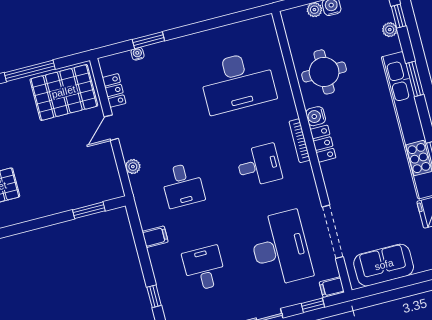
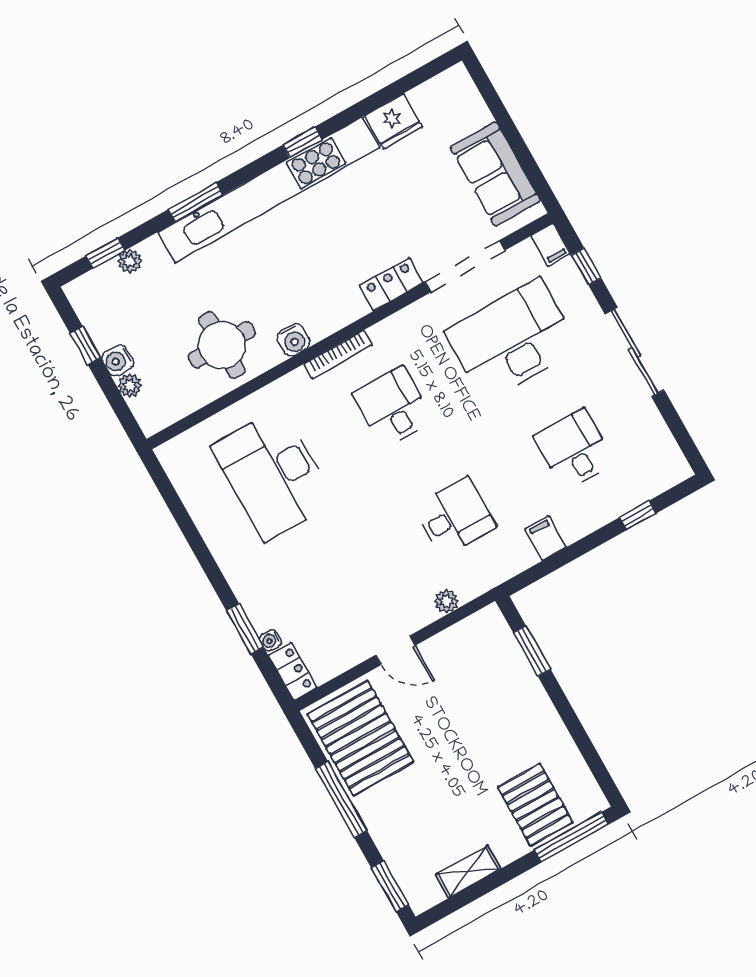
desk: (237, 82) -> (273, 474), turned 180
locker: (114, 90) -> (292, 671), moved, turned 90
locker: (323, 144) -> (391, 284), moved
desk: (204, 268) -> (574, 449), turned 90

